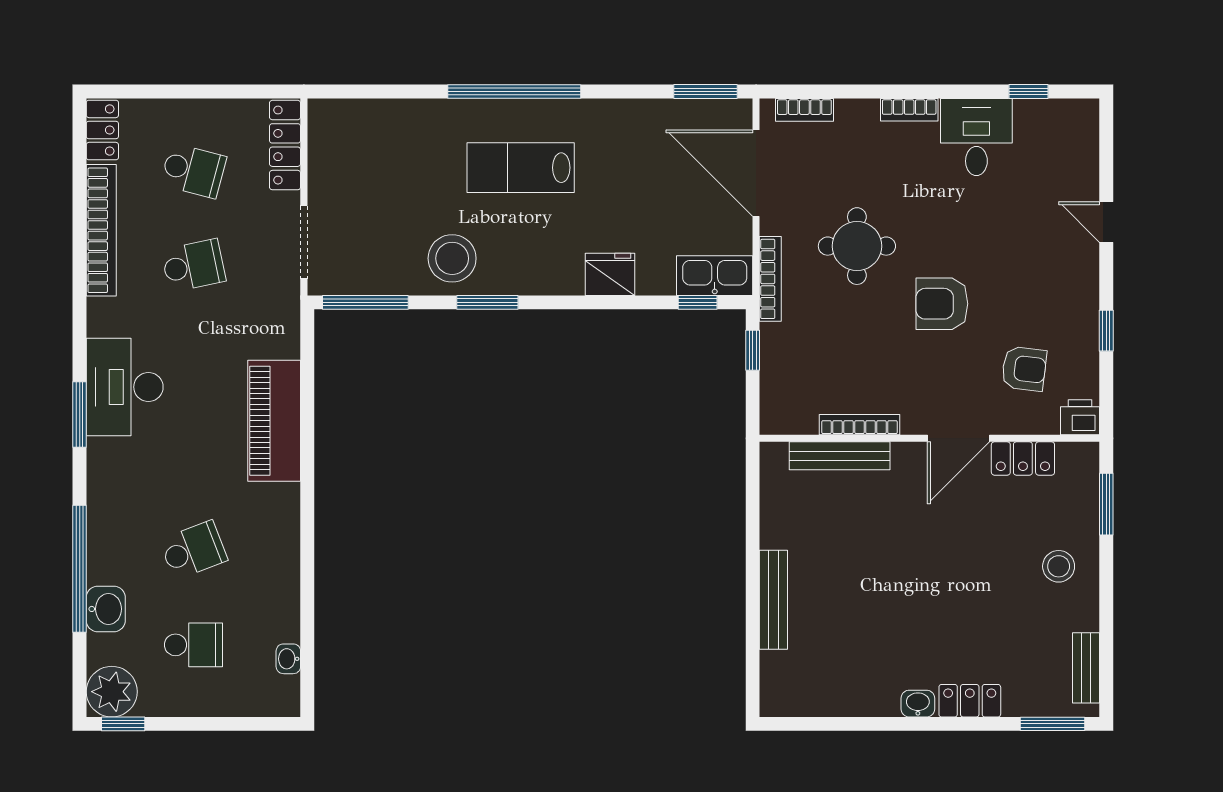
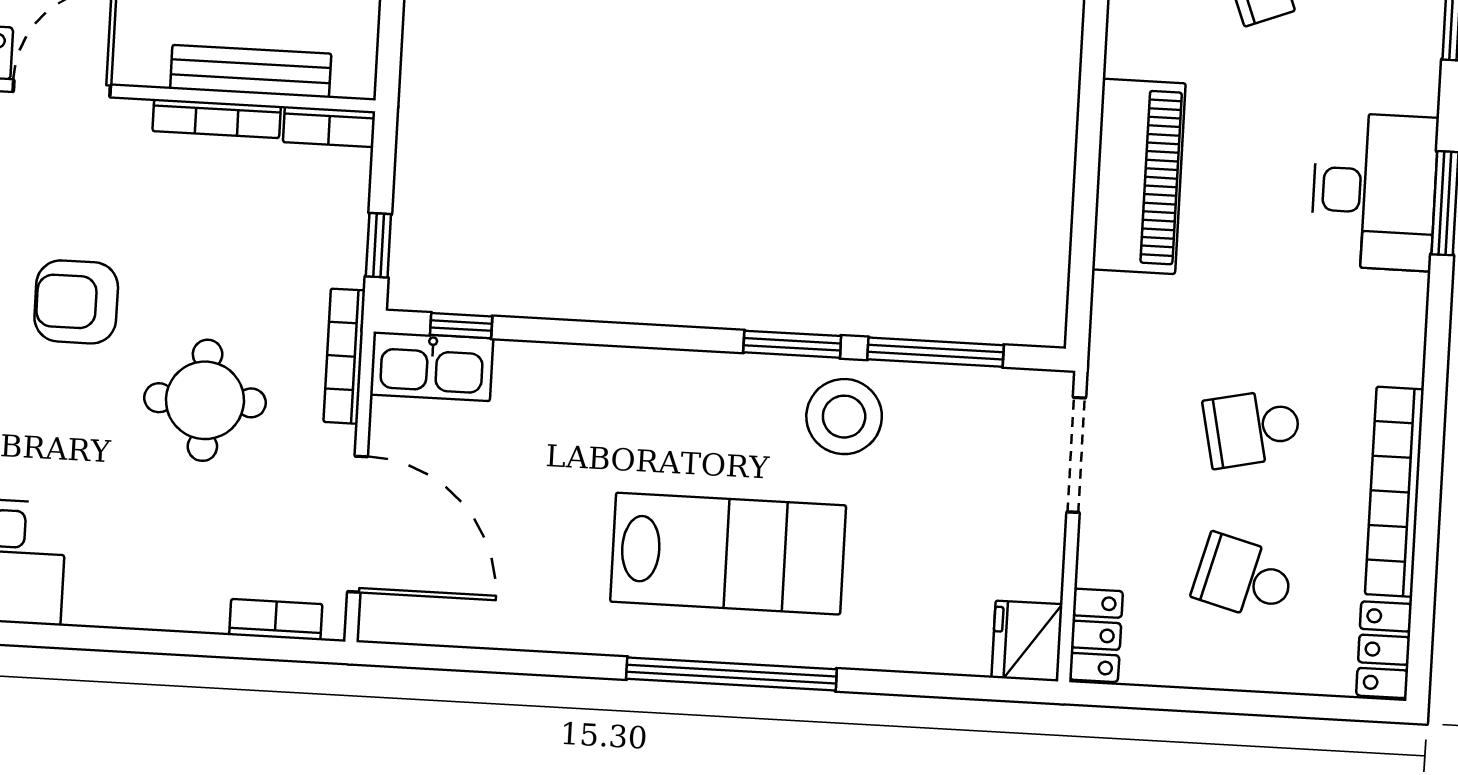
window: (706, 92) -> (430, 657), removed
bookcase: (909, 110) -> (329, 127), moved, turned 180
locker: (285, 145) -> (1096, 635), width x0.66
lab bench: (521, 168) -> (728, 554), width x1.36, depth x1.39
fridge: (610, 274) -> (1027, 641), moved, turned 90
window: (365, 302) -> (936, 352), moved
armchair: (942, 304) -> (76, 302), turned 180
desk: (125, 387) -> (1374, 191), moved

